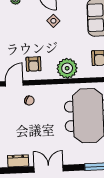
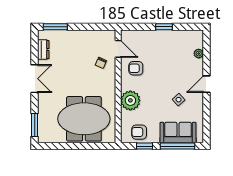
side table: (53, 21) -> (179, 100), moved

